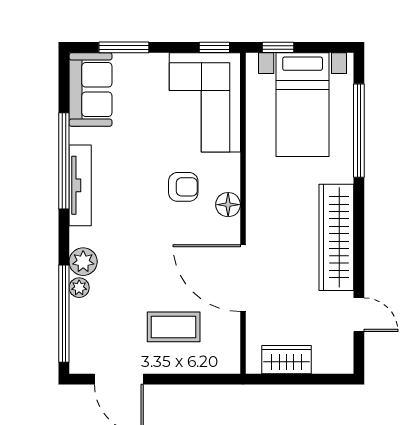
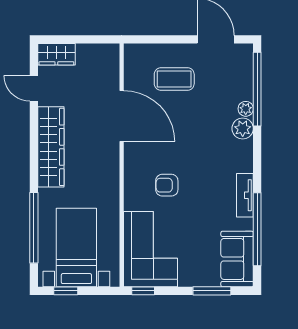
window: (278, 47) -> (66, 291), moved
window: (64, 161) -> (257, 229), moved
tv unit: (80, 185) -> (245, 195), width x0.71
floor lamp: (228, 205) -> (133, 172), removed
wardrobe: (287, 360) -> (56, 54), moved

